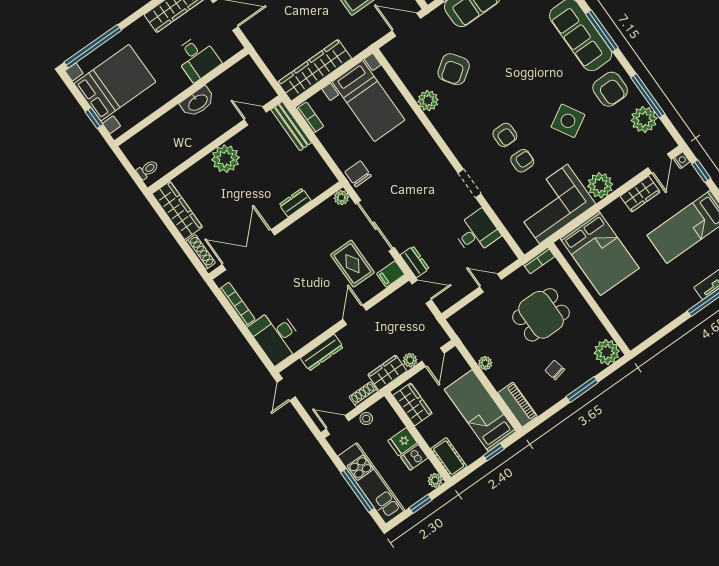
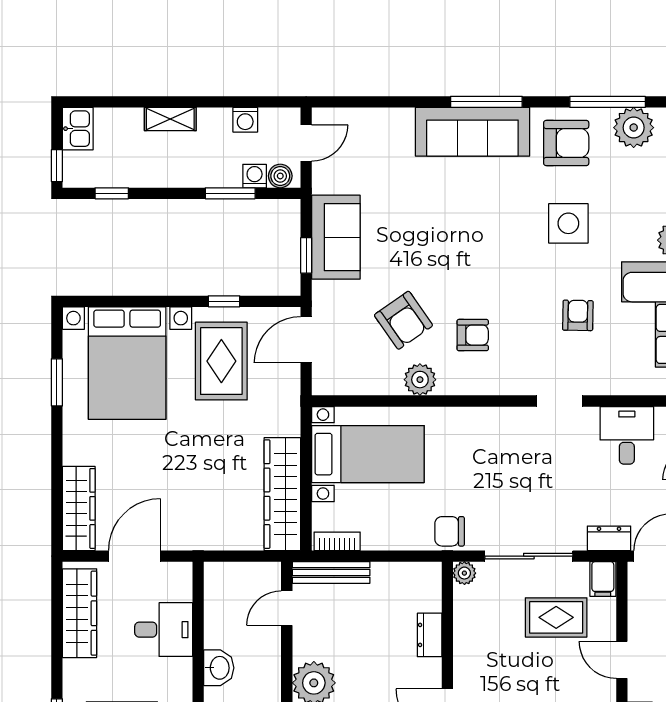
washbasin: (198, 102) -> (219, 668), width x0.72
side table: (568, 121) -> (568, 223), turned 30
armchair: (505, 135) -> (473, 335), moved

